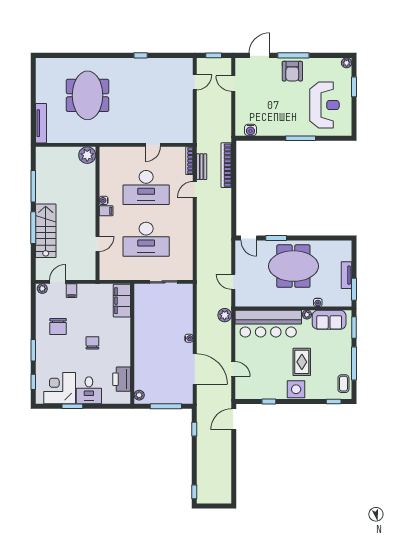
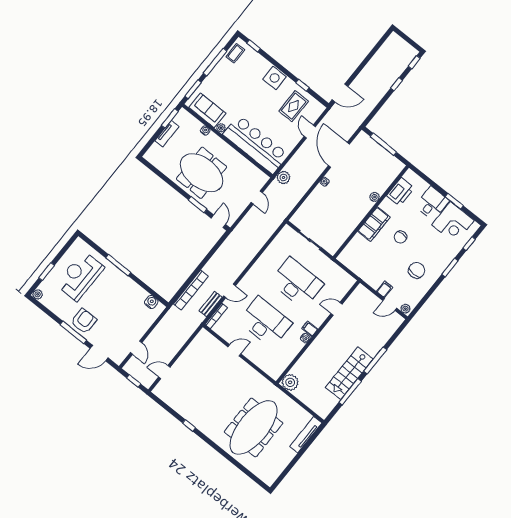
meeting table: (88, 95) -> (254, 427), width x1.36
stairs: (46, 231) -> (349, 373), moved
filing cabinet: (122, 301) -> (374, 224), moved
rug: (302, 362) -> (294, 106), moved
plant: (139, 395) -> (375, 197), moved
window: (194, 429) -> (397, 84), moved

